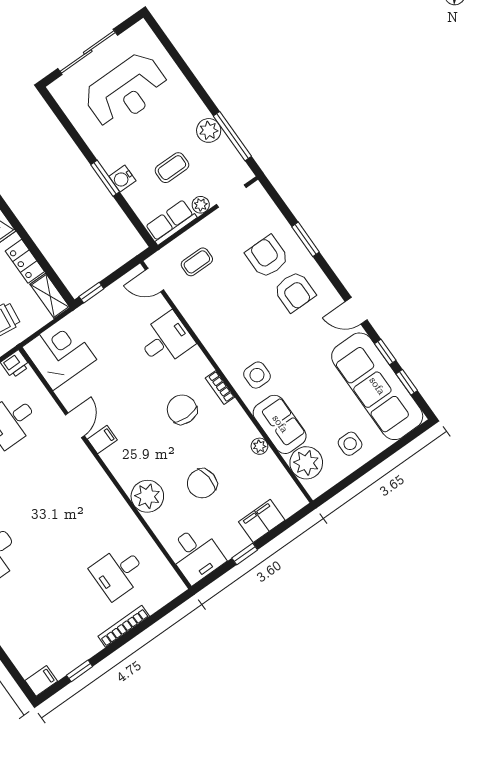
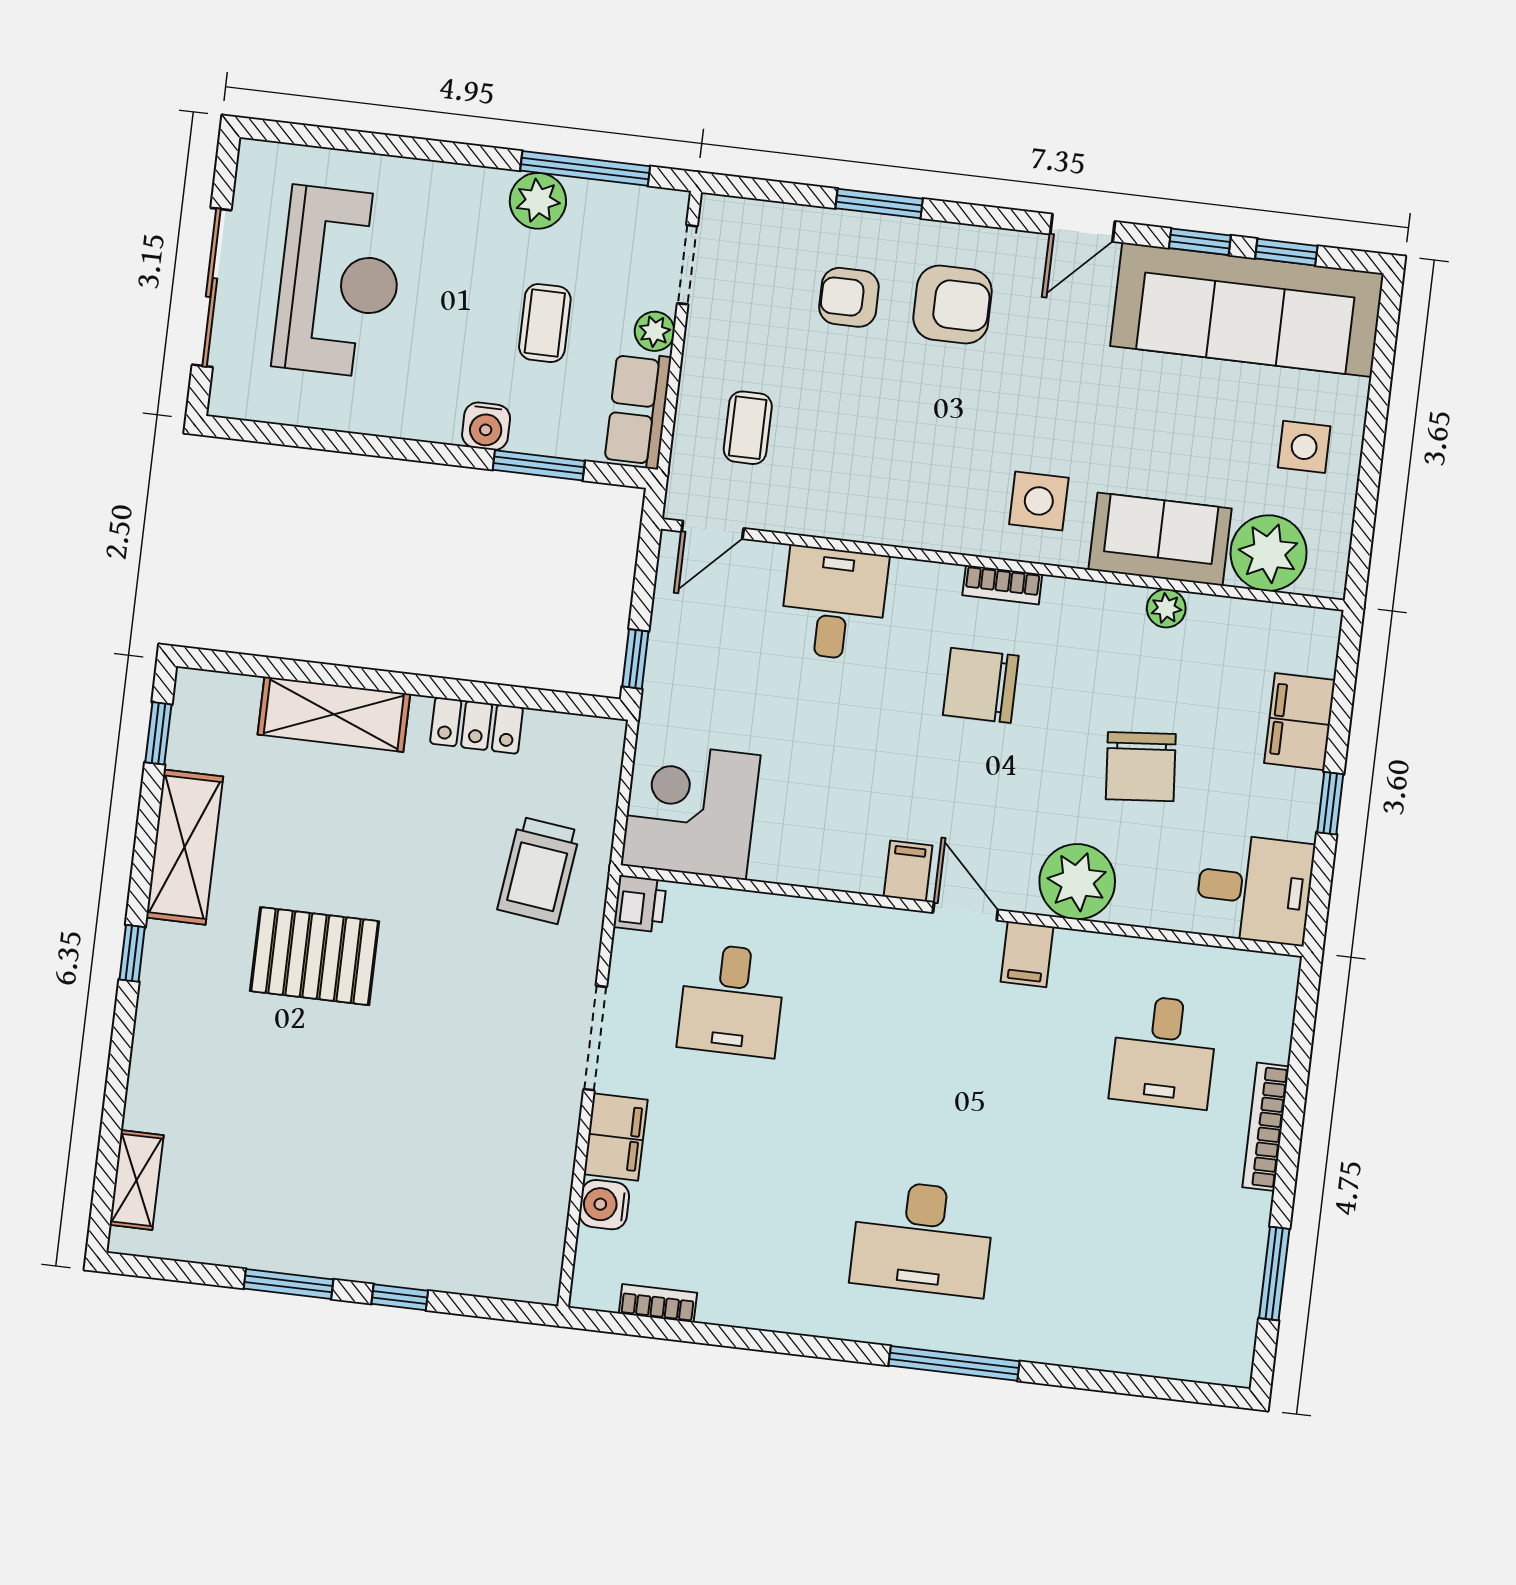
window: (105, 178) -> (539, 465), moved
armchair: (267, 257) -> (849, 297), width x0.72, depth x0.72
shelving: (50, 296) -> (576, 736), removed
door: (75, 425) -> (965, 911), moved
window: (80, 671) -> (1274, 1274), width x1.50
filing cabinet: (41, 681) -> (1027, 954), moved, turned 180

